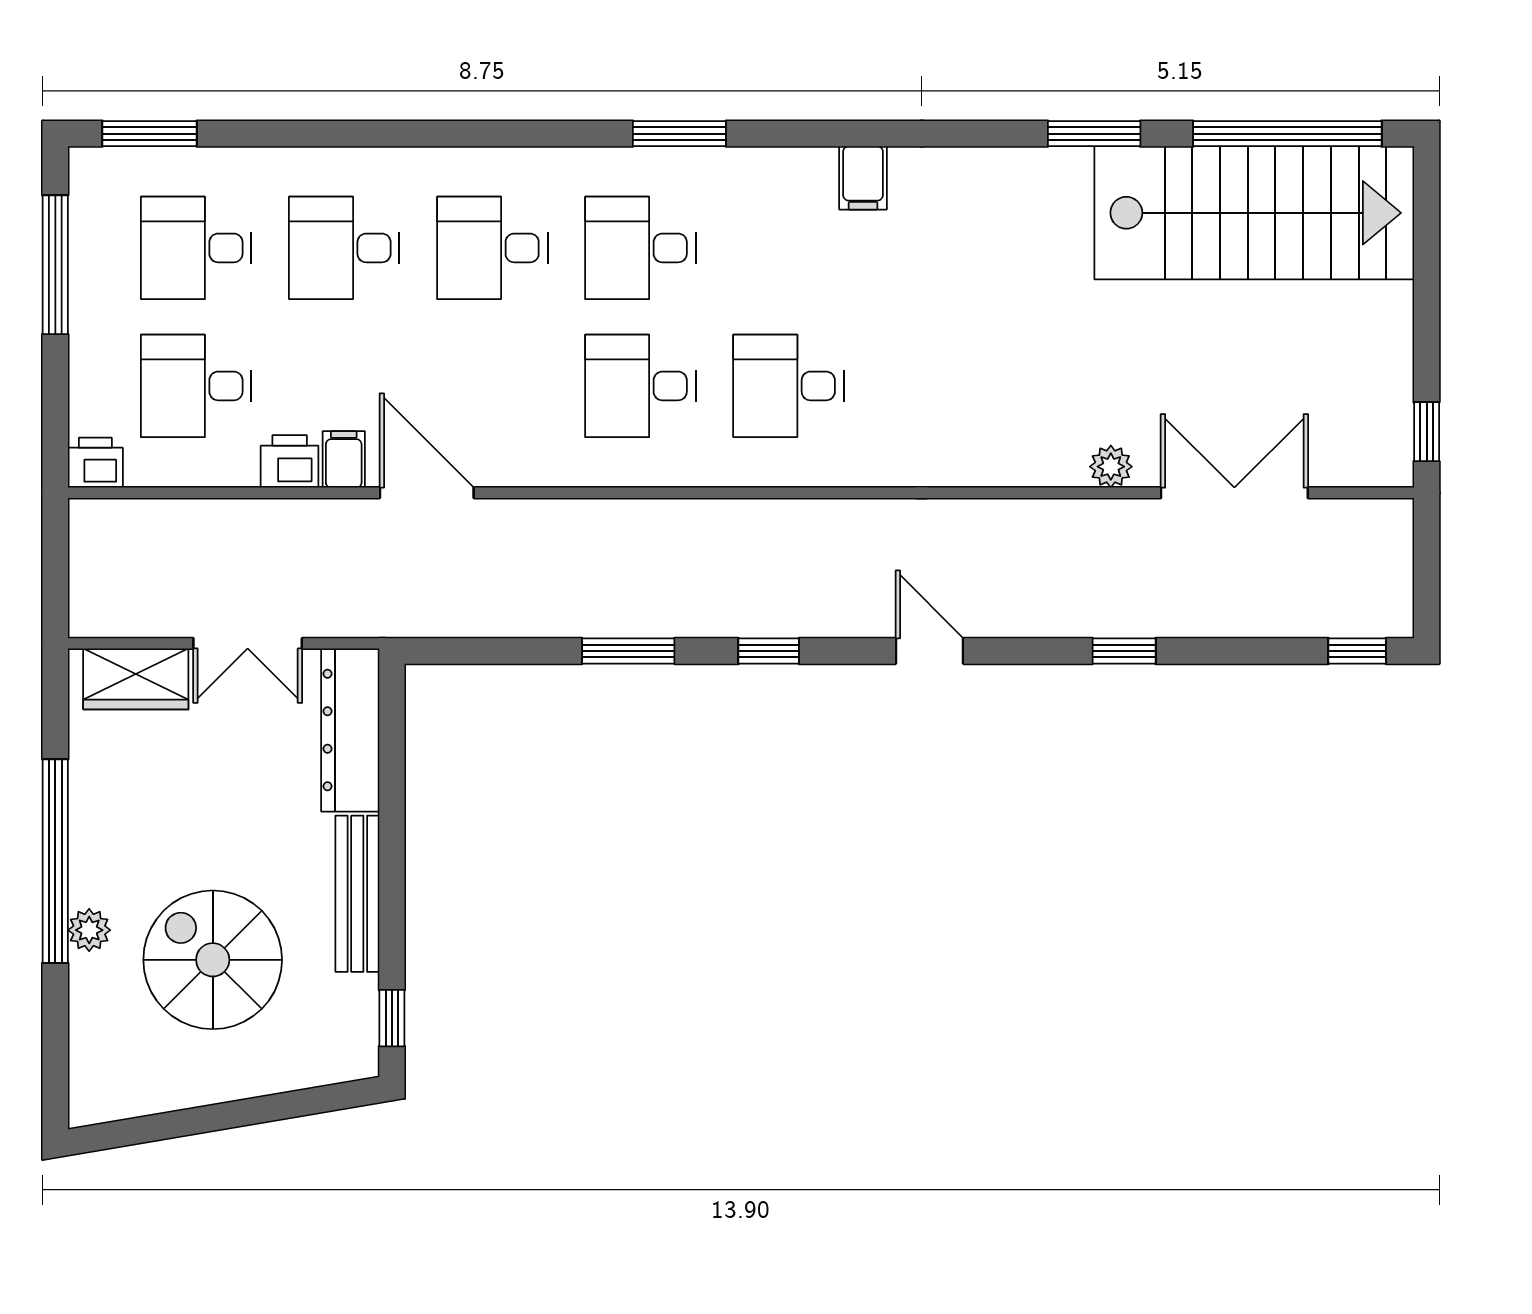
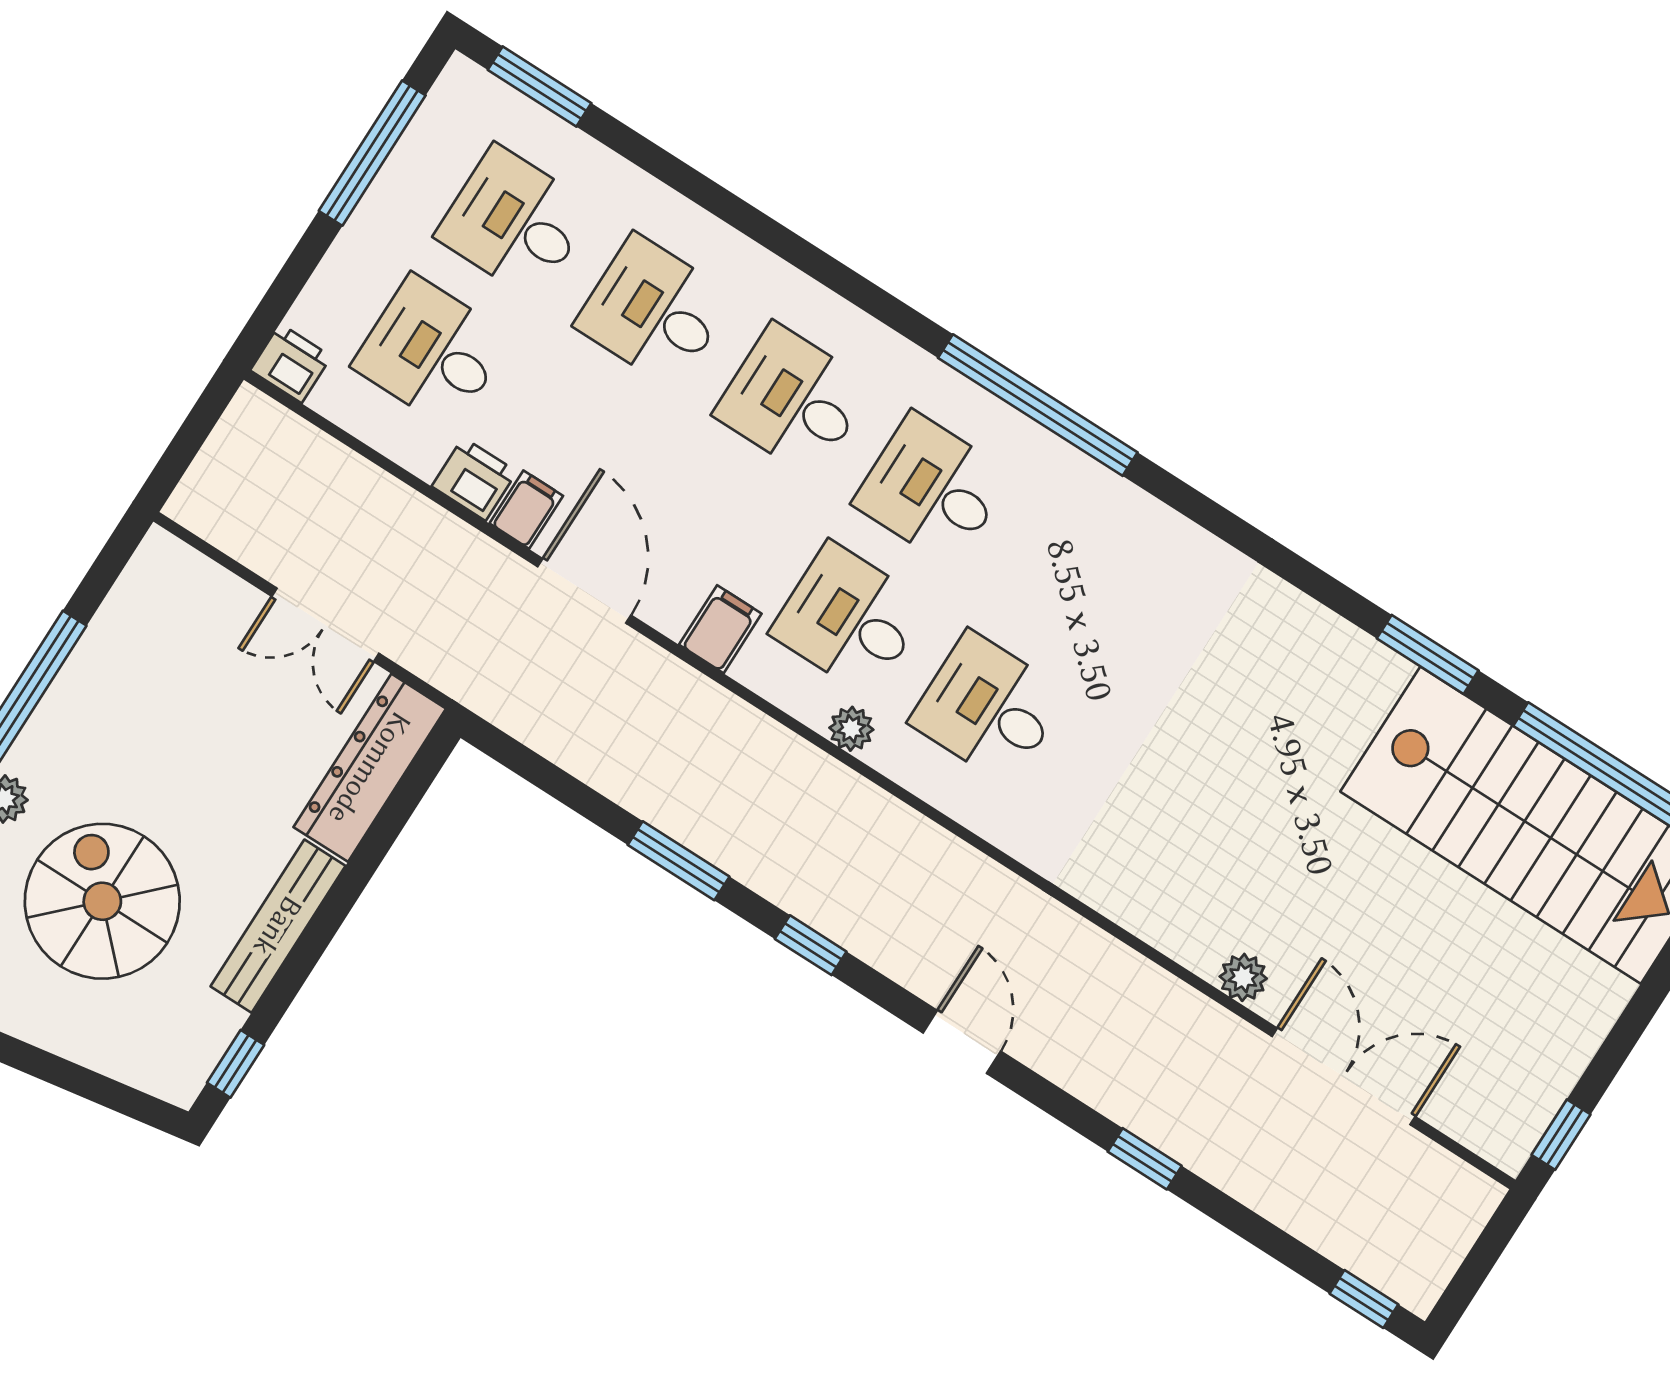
window: (679, 134) -> (1038, 405), width x2.11
filing cabinet: (863, 178) -> (720, 629), moved, turned 180
plant: (695, 468) -> (851, 729), added
wardrobe: (136, 679) -> (199, 591), removed

